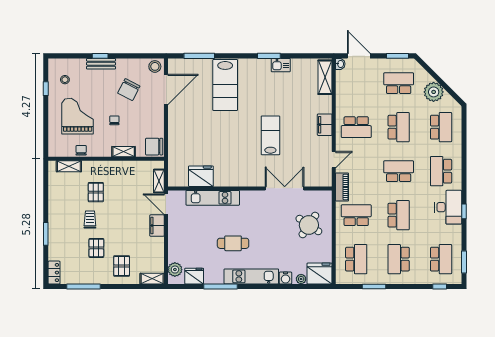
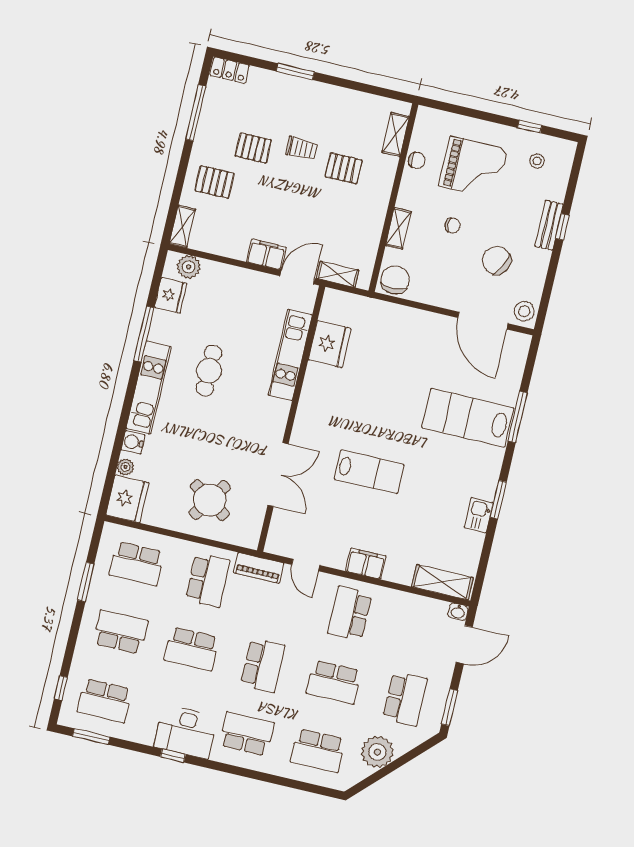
window: (199, 56) -> (518, 417), moved

